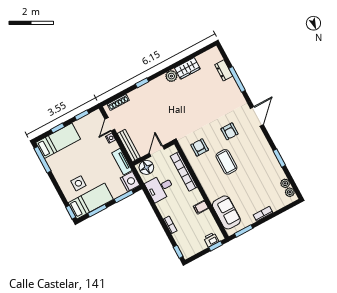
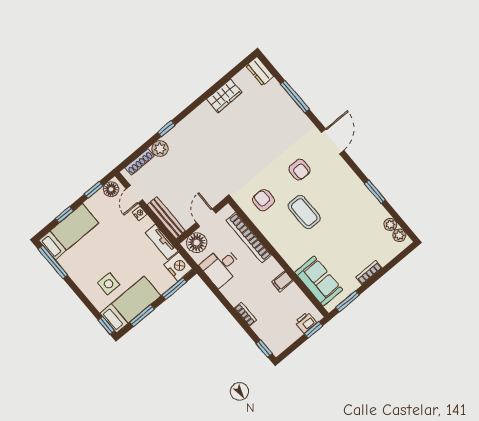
dresser: (224, 70) -> (260, 71), moved
plant: (171, 76) -> (160, 149), moved
floor lamp: (94, 117) -> (111, 189), added

